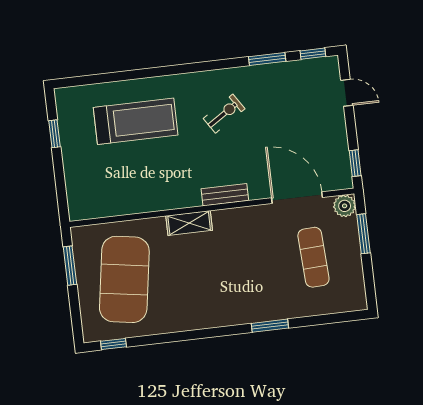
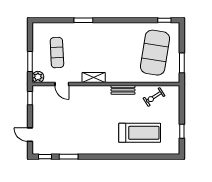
exercise bike: (224, 114) -> (154, 97), moved
treadmill: (136, 121) -> (140, 133), turned 180
bench: (225, 195) -> (123, 90), moved
door: (297, 198) -> (62, 84), width x0.53
shelving: (189, 223) -> (94, 78), moved

